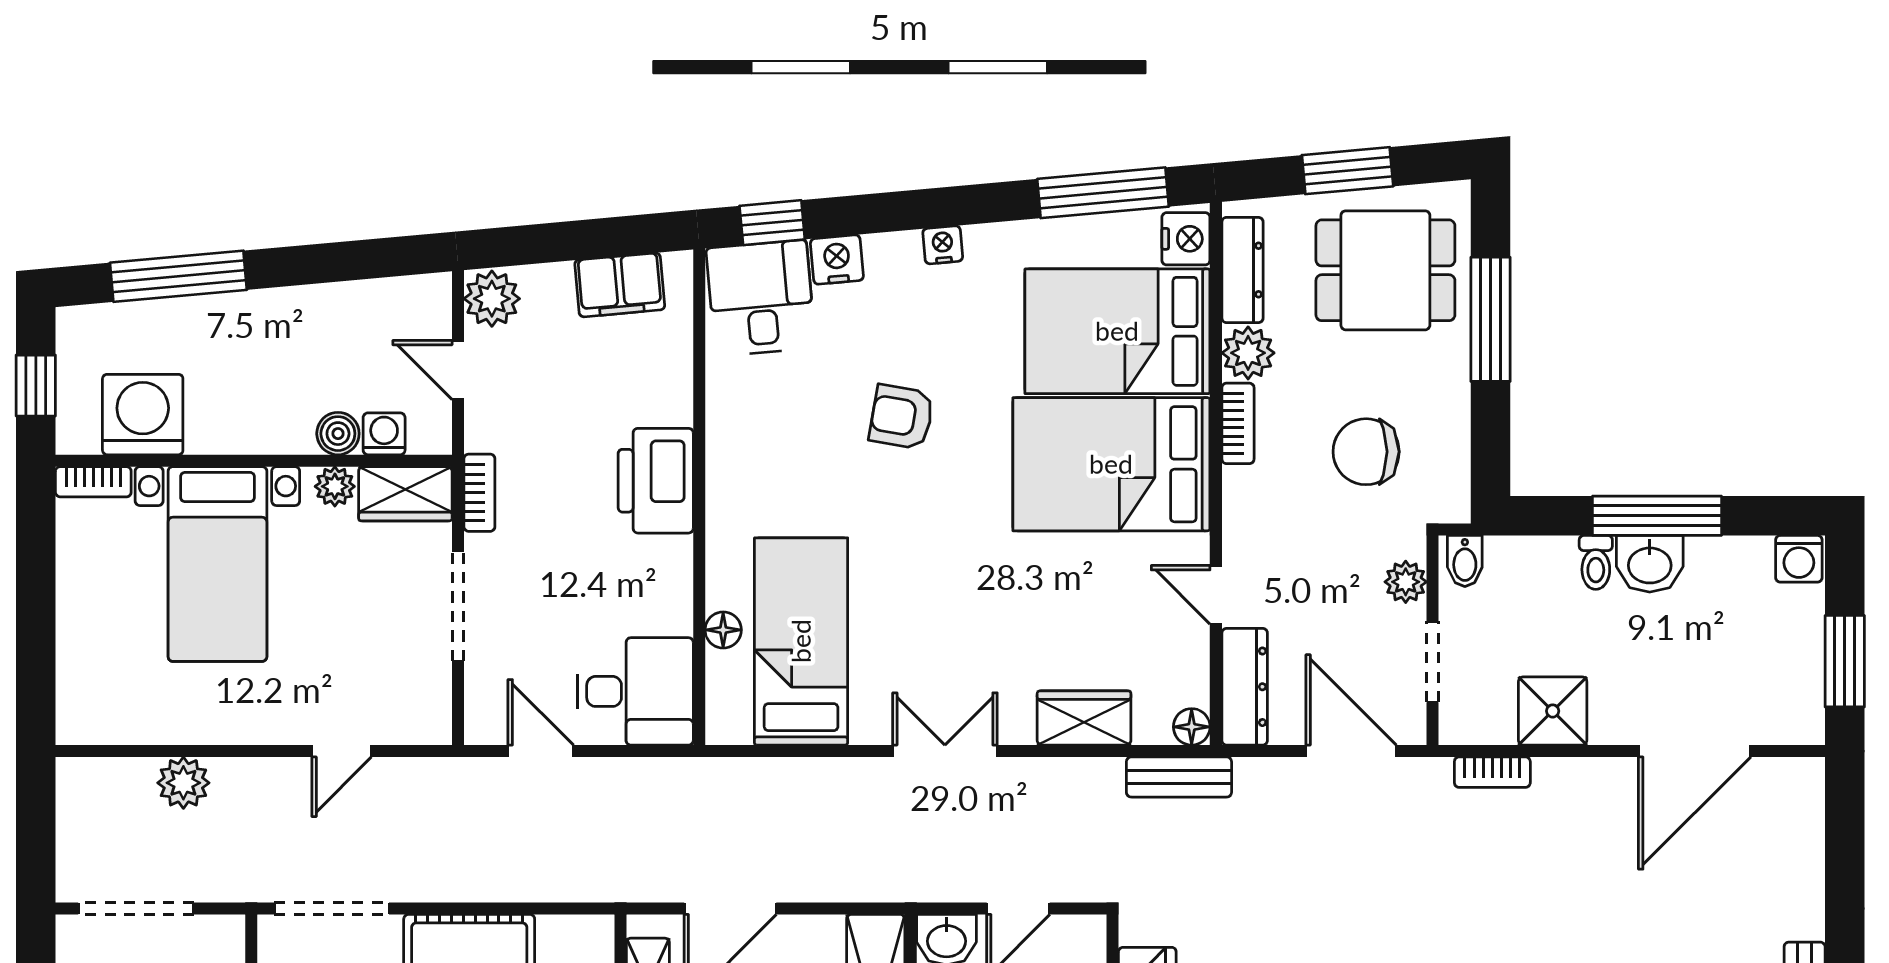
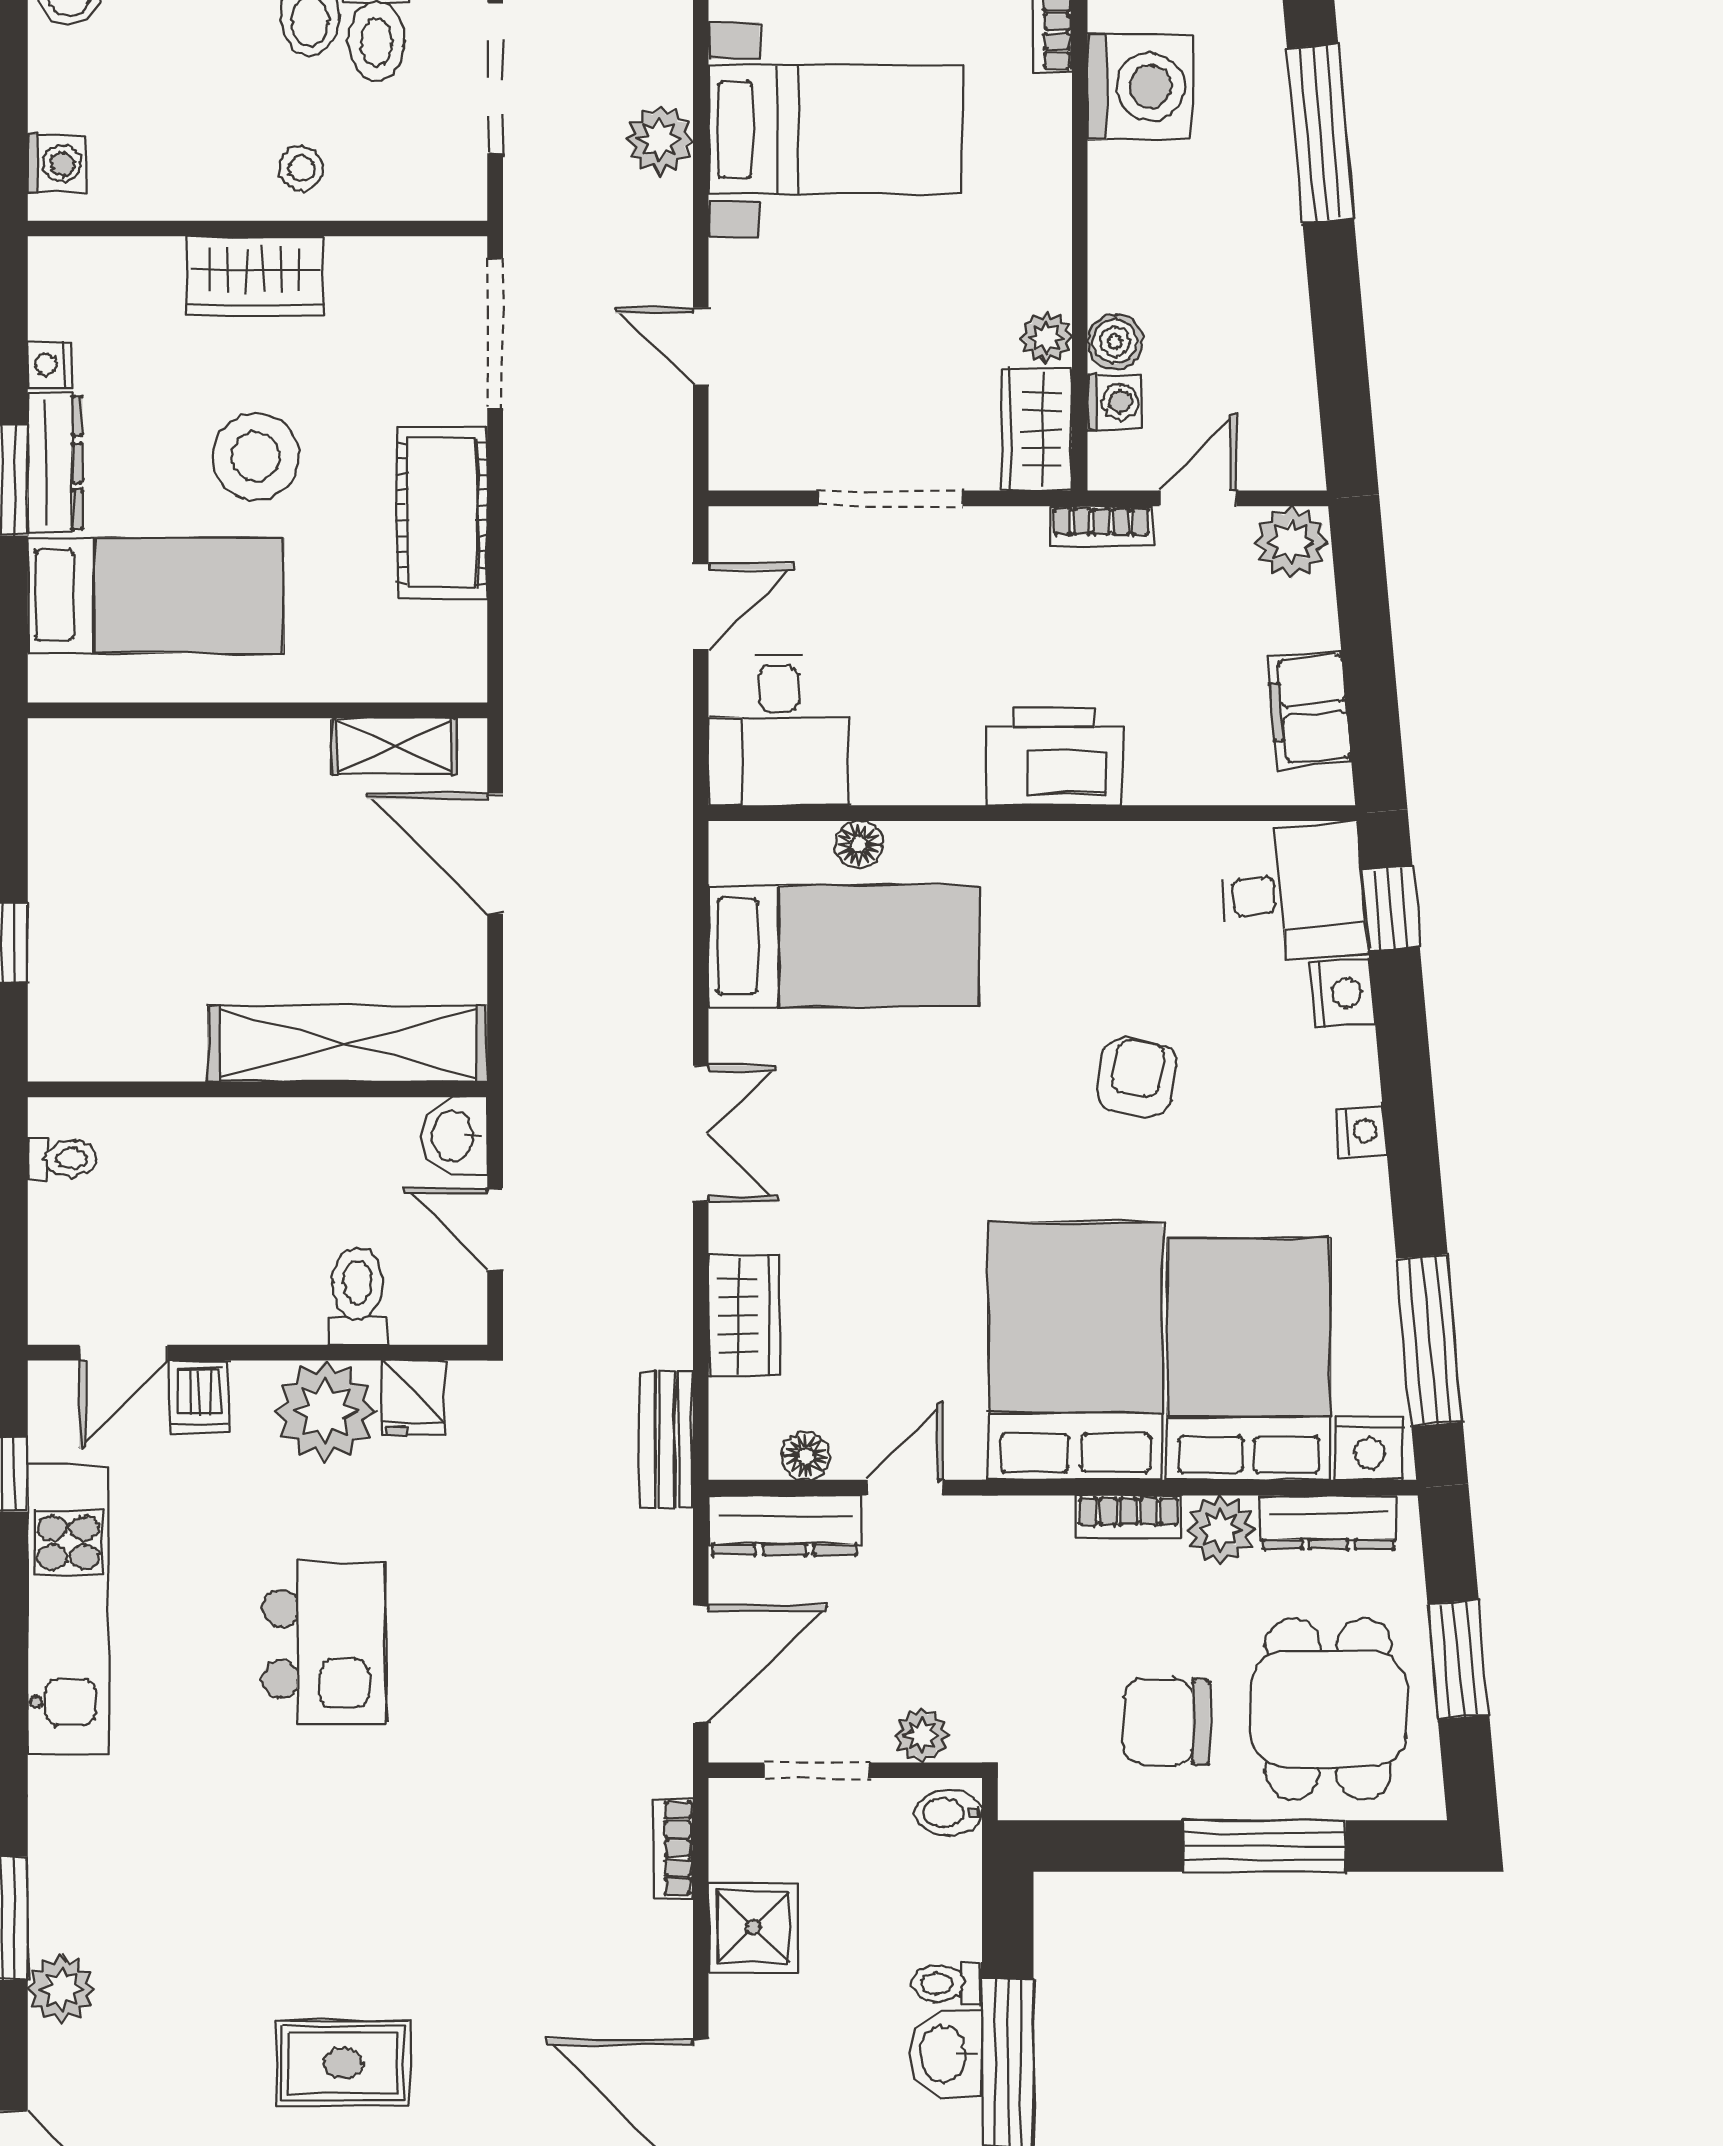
chair: (1366, 452) -> (1167, 1722), moved, turned -90
bookcase: (479, 493) -> (1101, 526), moved
bed with nightstands: (217, 564) -> (836, 130), moved, turned 180
floor lamp: (1192, 727) -> (805, 1456), moved

